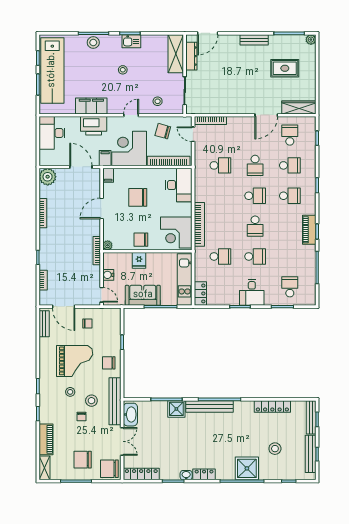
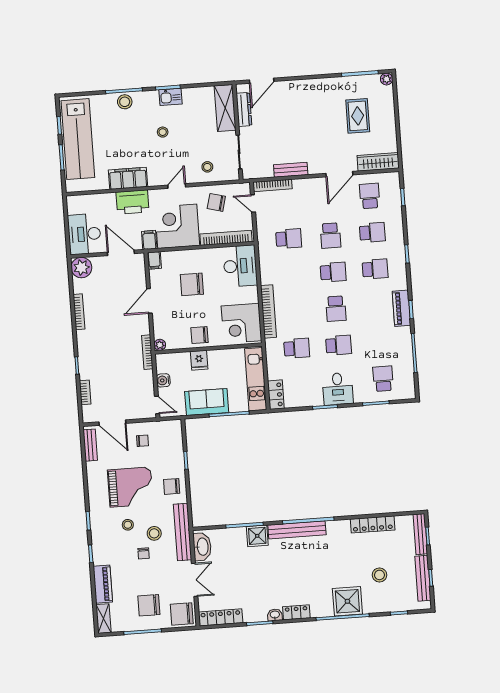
bench: (254, 40) -> (291, 170), moved
rug: (285, 68) -> (358, 116), turned 90
desk: (52, 133) -> (84, 234), moved

